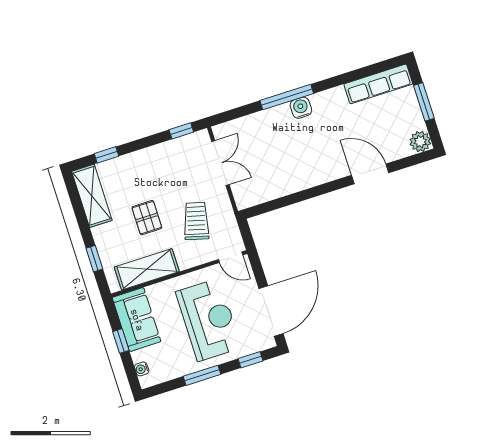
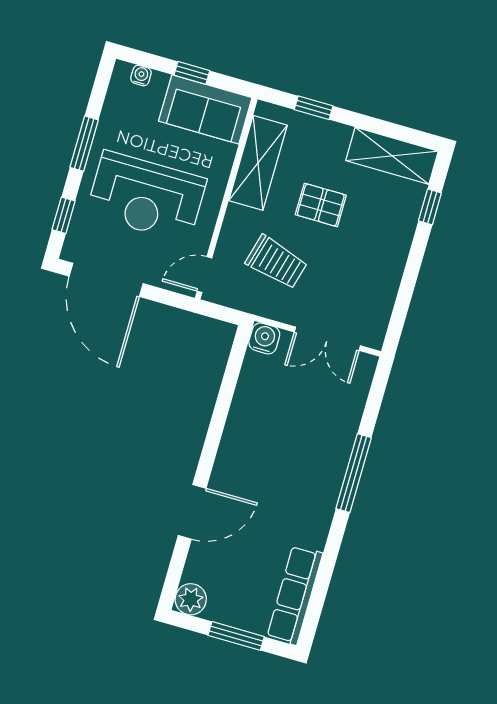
water cooler: (301, 108) -> (264, 338), moved, turned -90
window: (181, 131) -> (398, 317), removed

